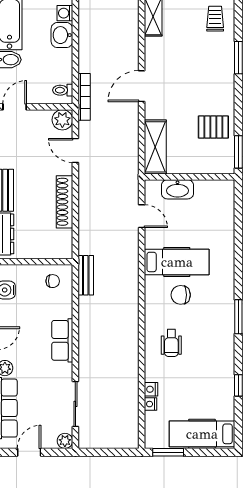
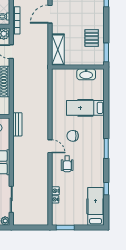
pallet: (213, 127) -> (92, 38), turned 90
washbasin: (177, 189) -> (86, 74), moved
door: (142, 216) -> (50, 146), moved
hospital bed: (177, 262) -> (85, 108), moved, turned 180
hospital bed: (202, 434) -> (96, 206), moved, turned 90

